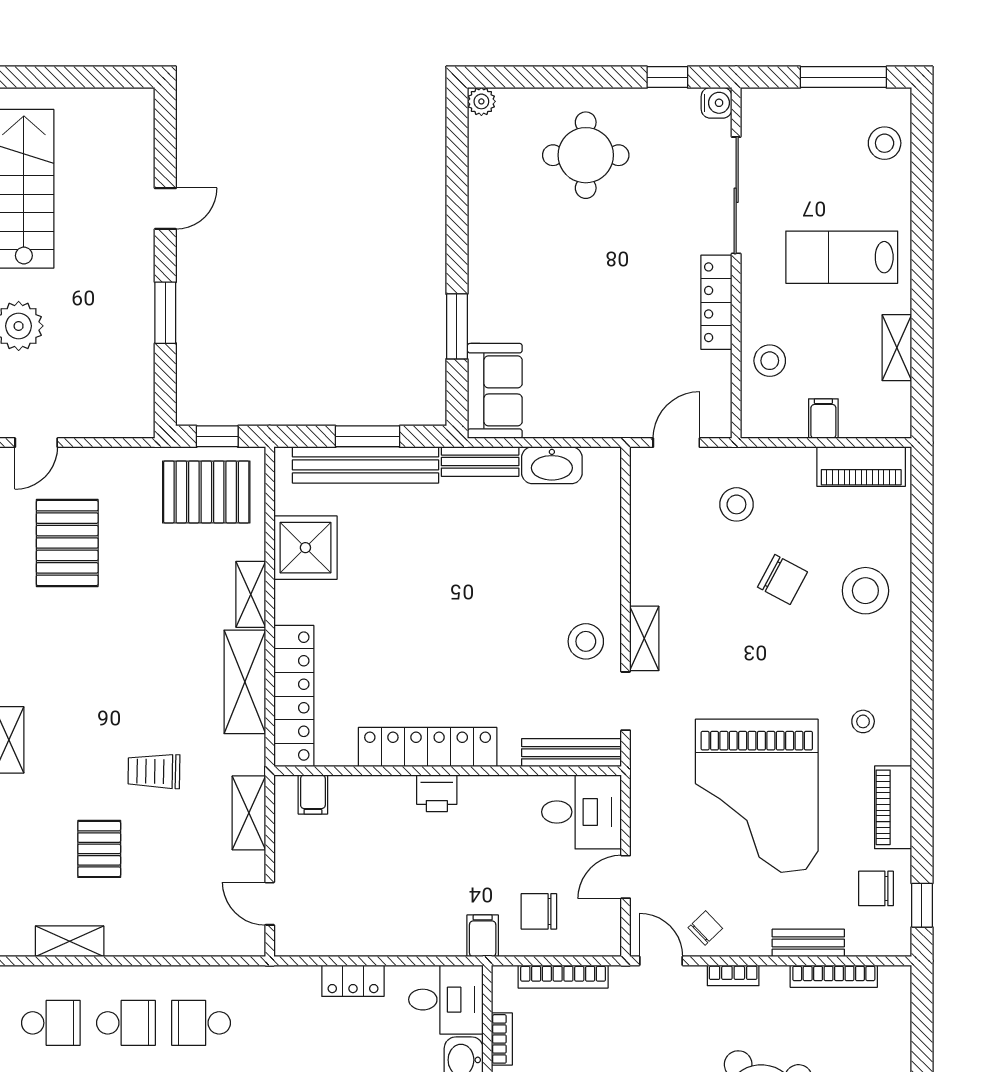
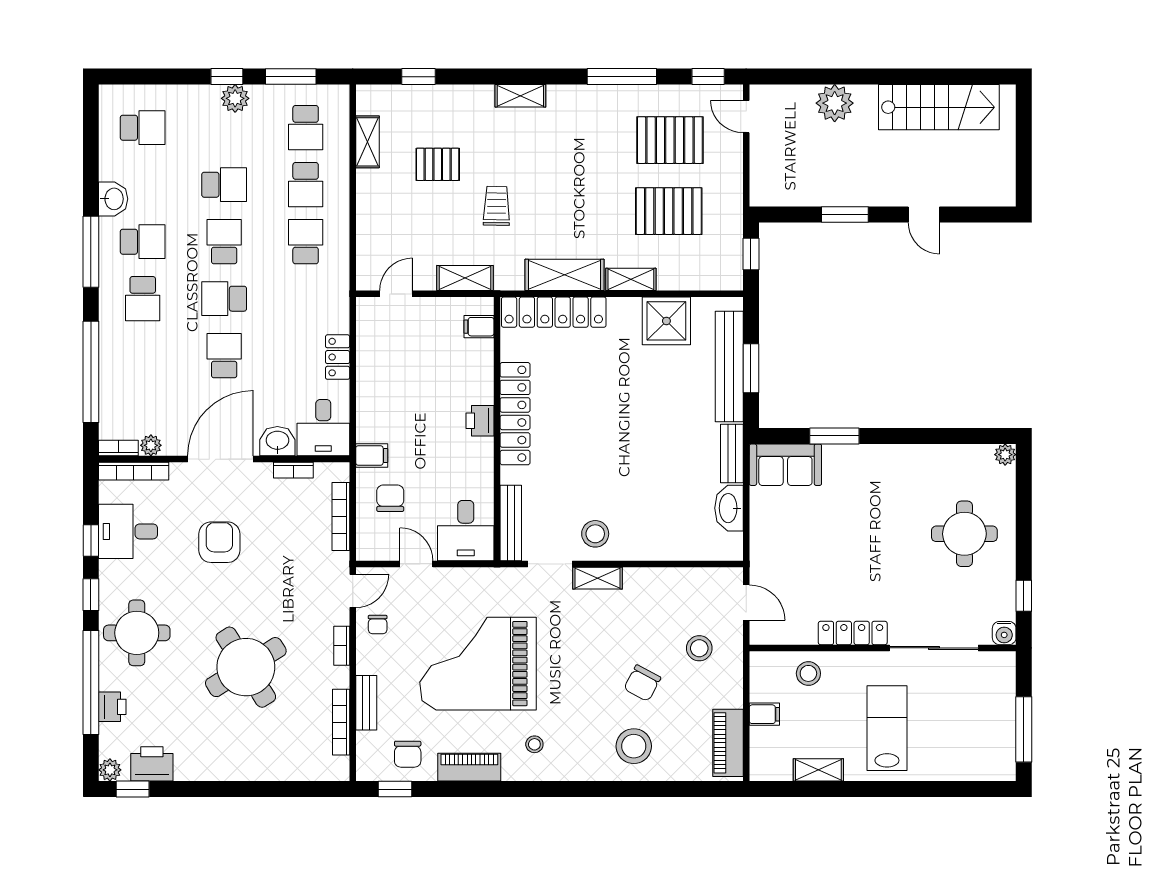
stool: (885, 143) -> (974, 761), removed
pallet: (206, 492) -> (669, 211), moved, turned 90
chair: (876, 888) -> (408, 754), turned 180
chair: (705, 928) -> (378, 625), turned 44

